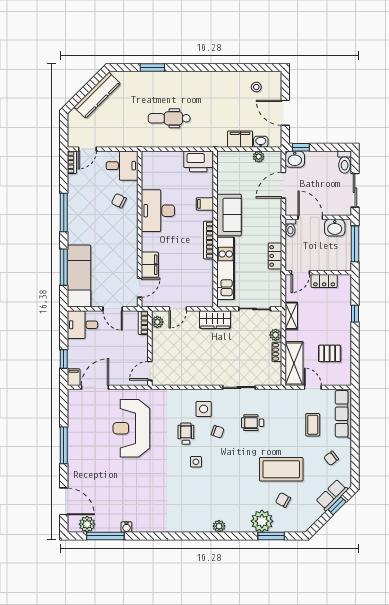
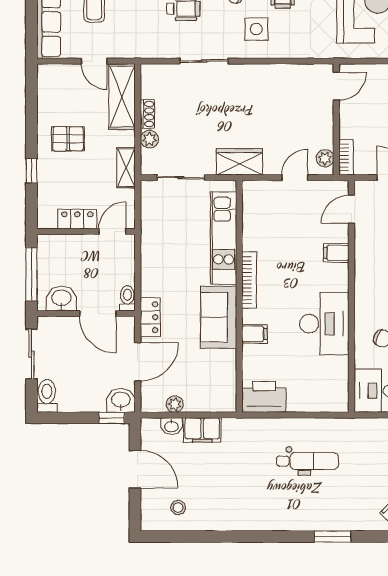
locker: (275, 256) -> (150, 317), moved
filing cabinet: (150, 265) -> (336, 253), width x0.50
pallet: (330, 353) -> (68, 139), moved

